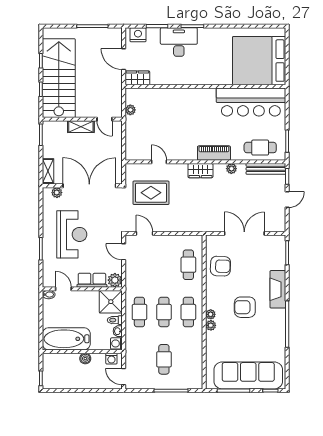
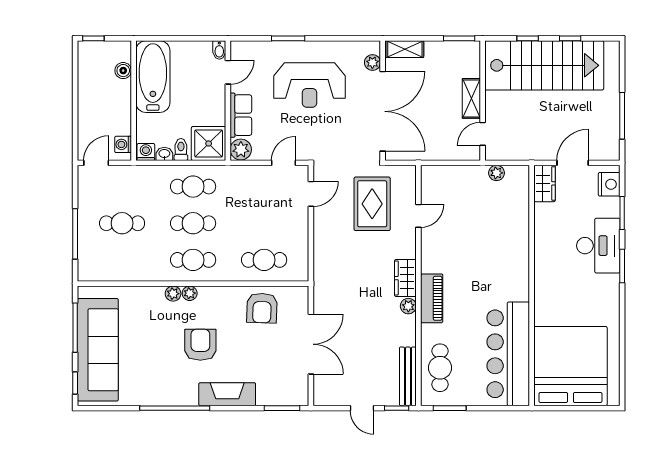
plant: (231, 169) -> (408, 306), moved
boiler: (85, 359) -> (123, 71), moved

